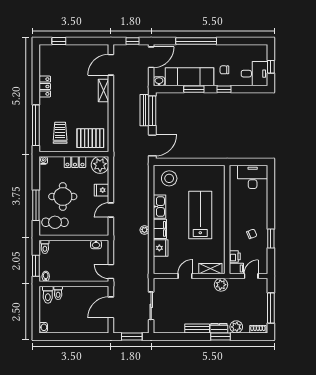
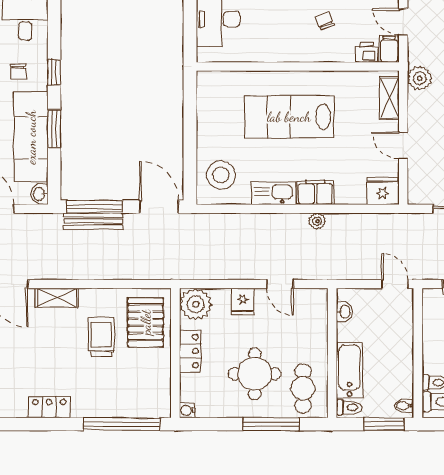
trolley: (60, 133) -> (101, 337), moved, turned 90
bathtub: (65, 247) -> (349, 370), added
fridge: (161, 248) -> (383, 191), moved
door: (111, 272) -> (395, 284), swing flipped

